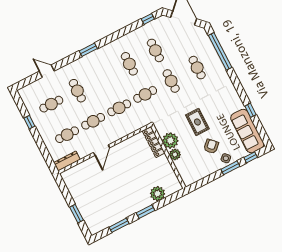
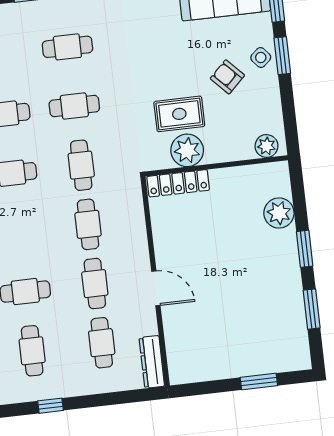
rug: (197, 122) -> (179, 114), moved
plant: (175, 154) -> (266, 146), moved

